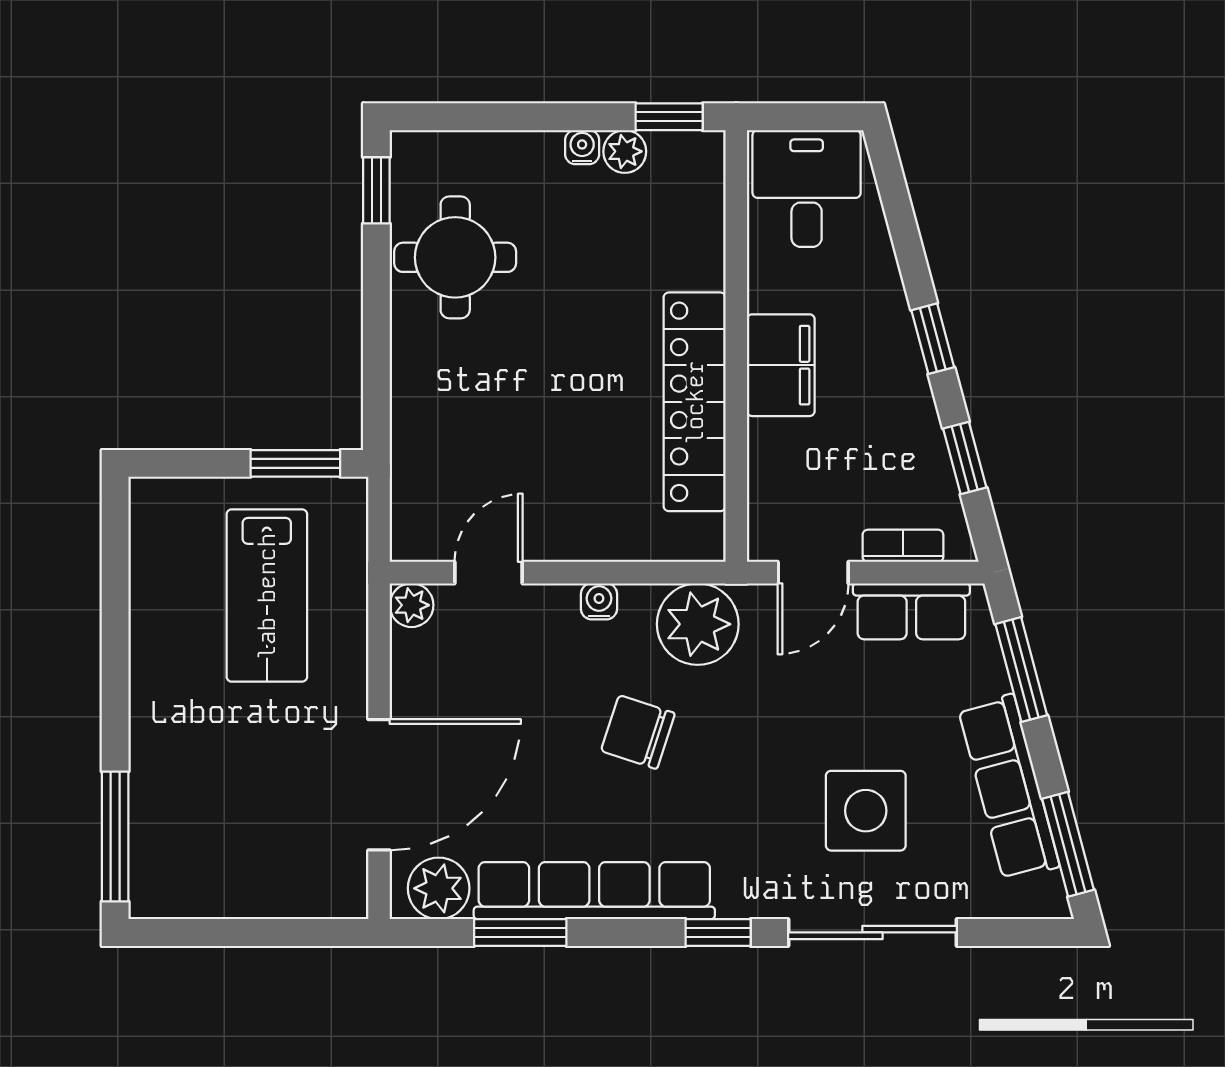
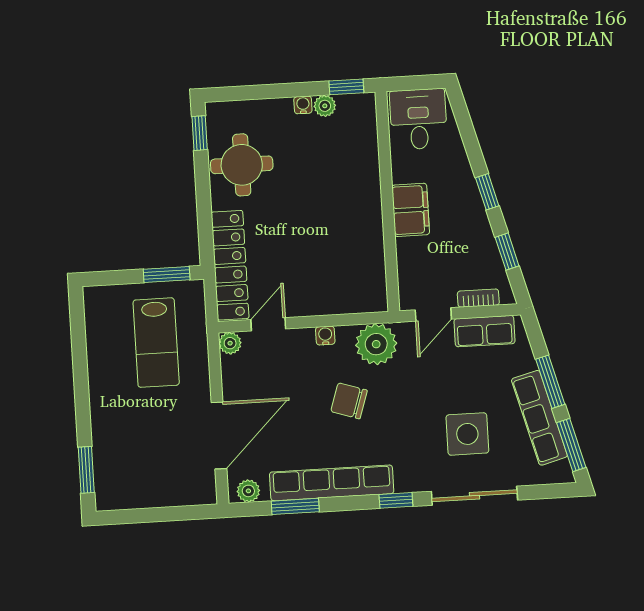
locker: (695, 402) -> (230, 265), moved, turned 180
window: (1021, 670) -> (550, 382), moved
window: (115, 837) -> (86, 470), width x0.69
plant: (439, 888) -> (248, 491), width x0.73, depth x0.73

